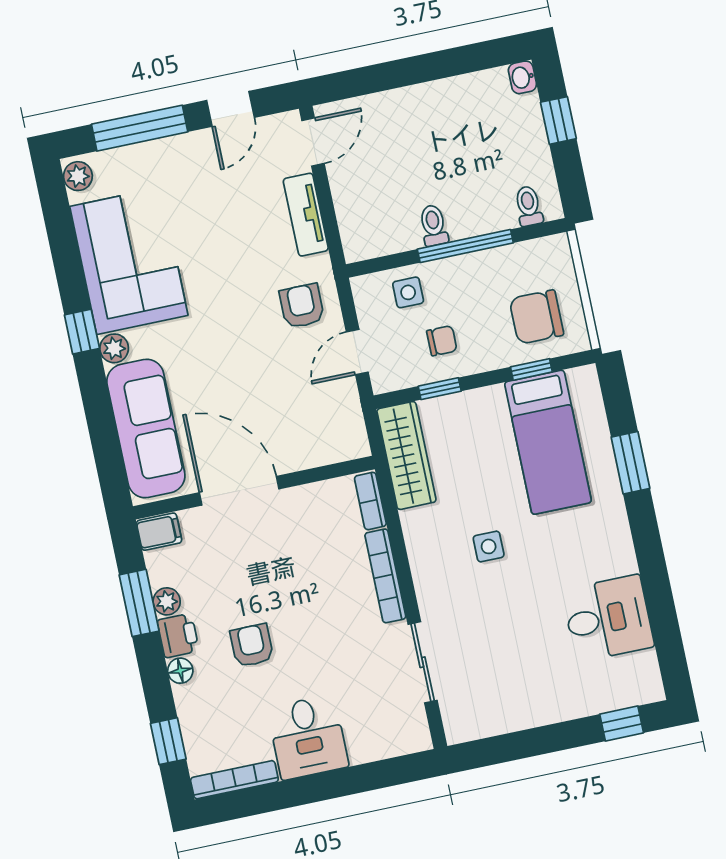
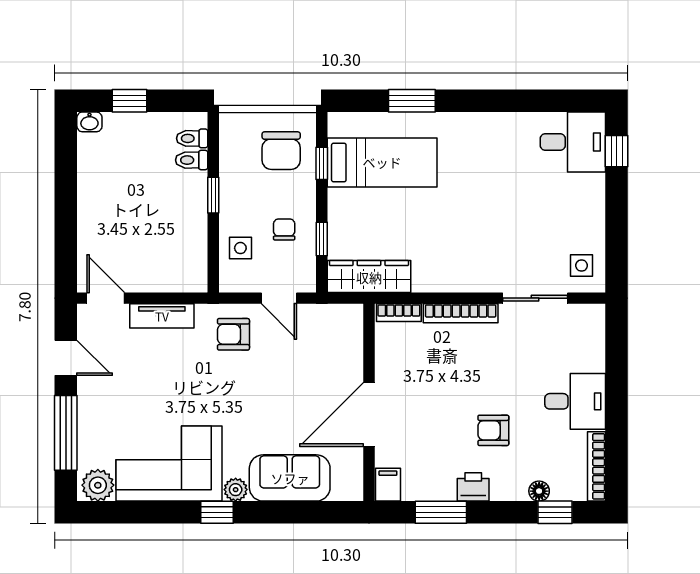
plant: (78, 176) -> (98, 485), width x1.38, depth x1.38
toilet: (434, 225) -> (192, 160), moved
window: (465, 246) -> (213, 195), width x0.46
sofa: (146, 428) -> (290, 478), width x0.73
side table: (489, 546) -> (582, 266), moved
plant: (167, 601) -> (444, 490), removed
desk: (608, 618) -> (573, 142), moved, turned 90
floor lamp: (180, 671) -> (539, 491), moved

